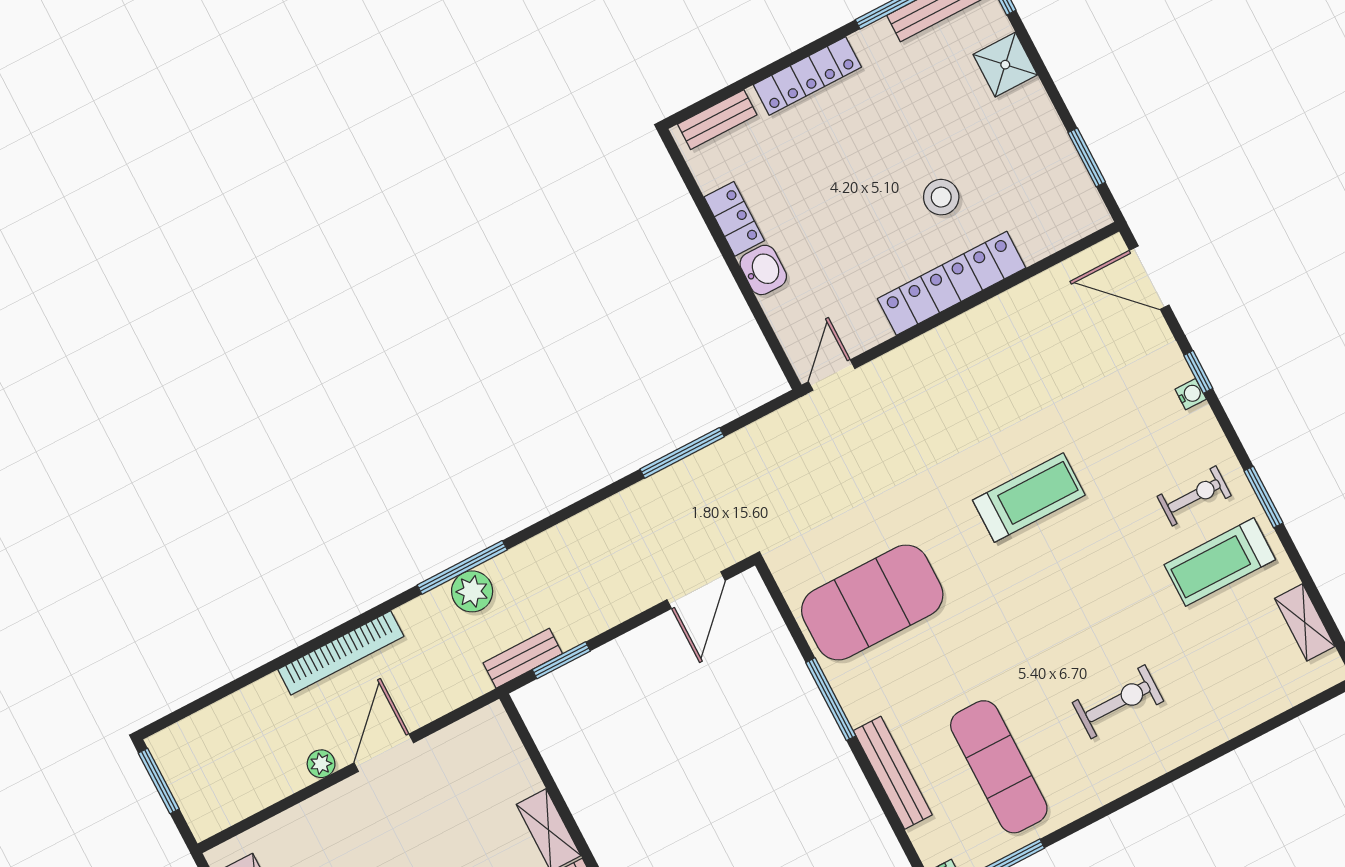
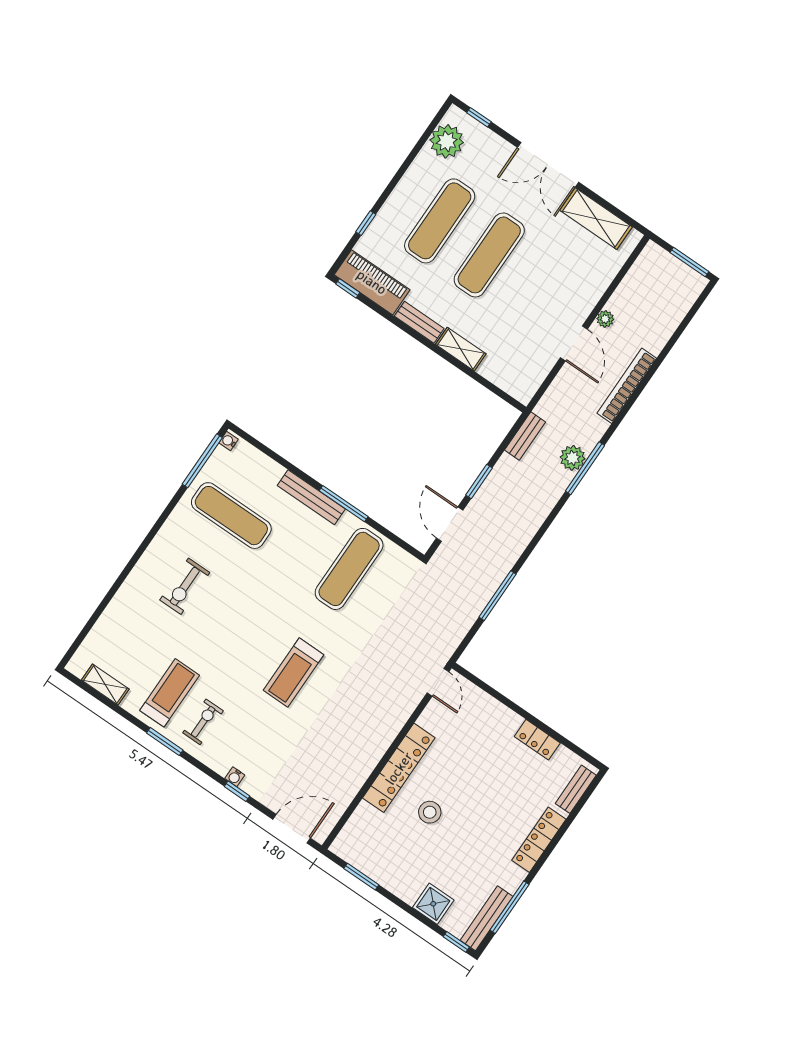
washbasin: (763, 270) -> (506, 720), removed
exercise bike: (1194, 496) -> (203, 722), turned 180
exercise mat: (872, 602) -> (349, 569), width x0.68
window: (561, 660) -> (479, 481), moved
bench: (893, 773) -> (311, 497), moved

